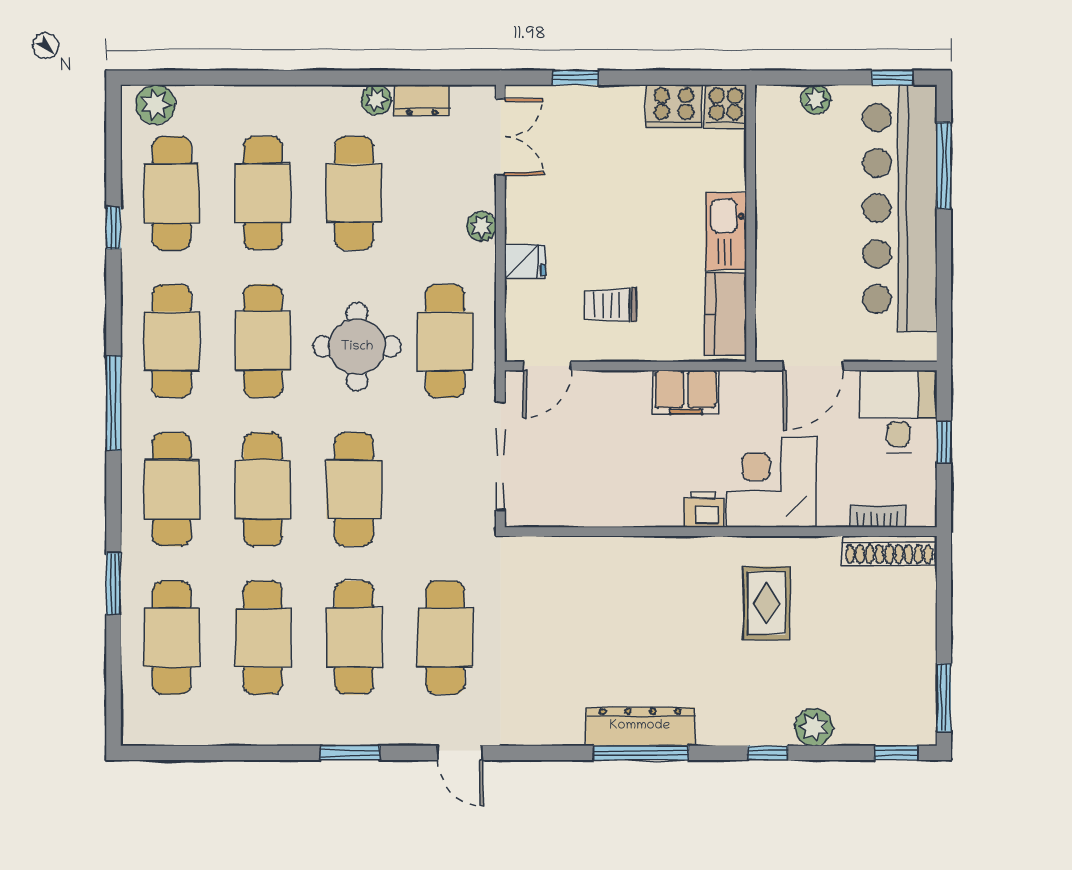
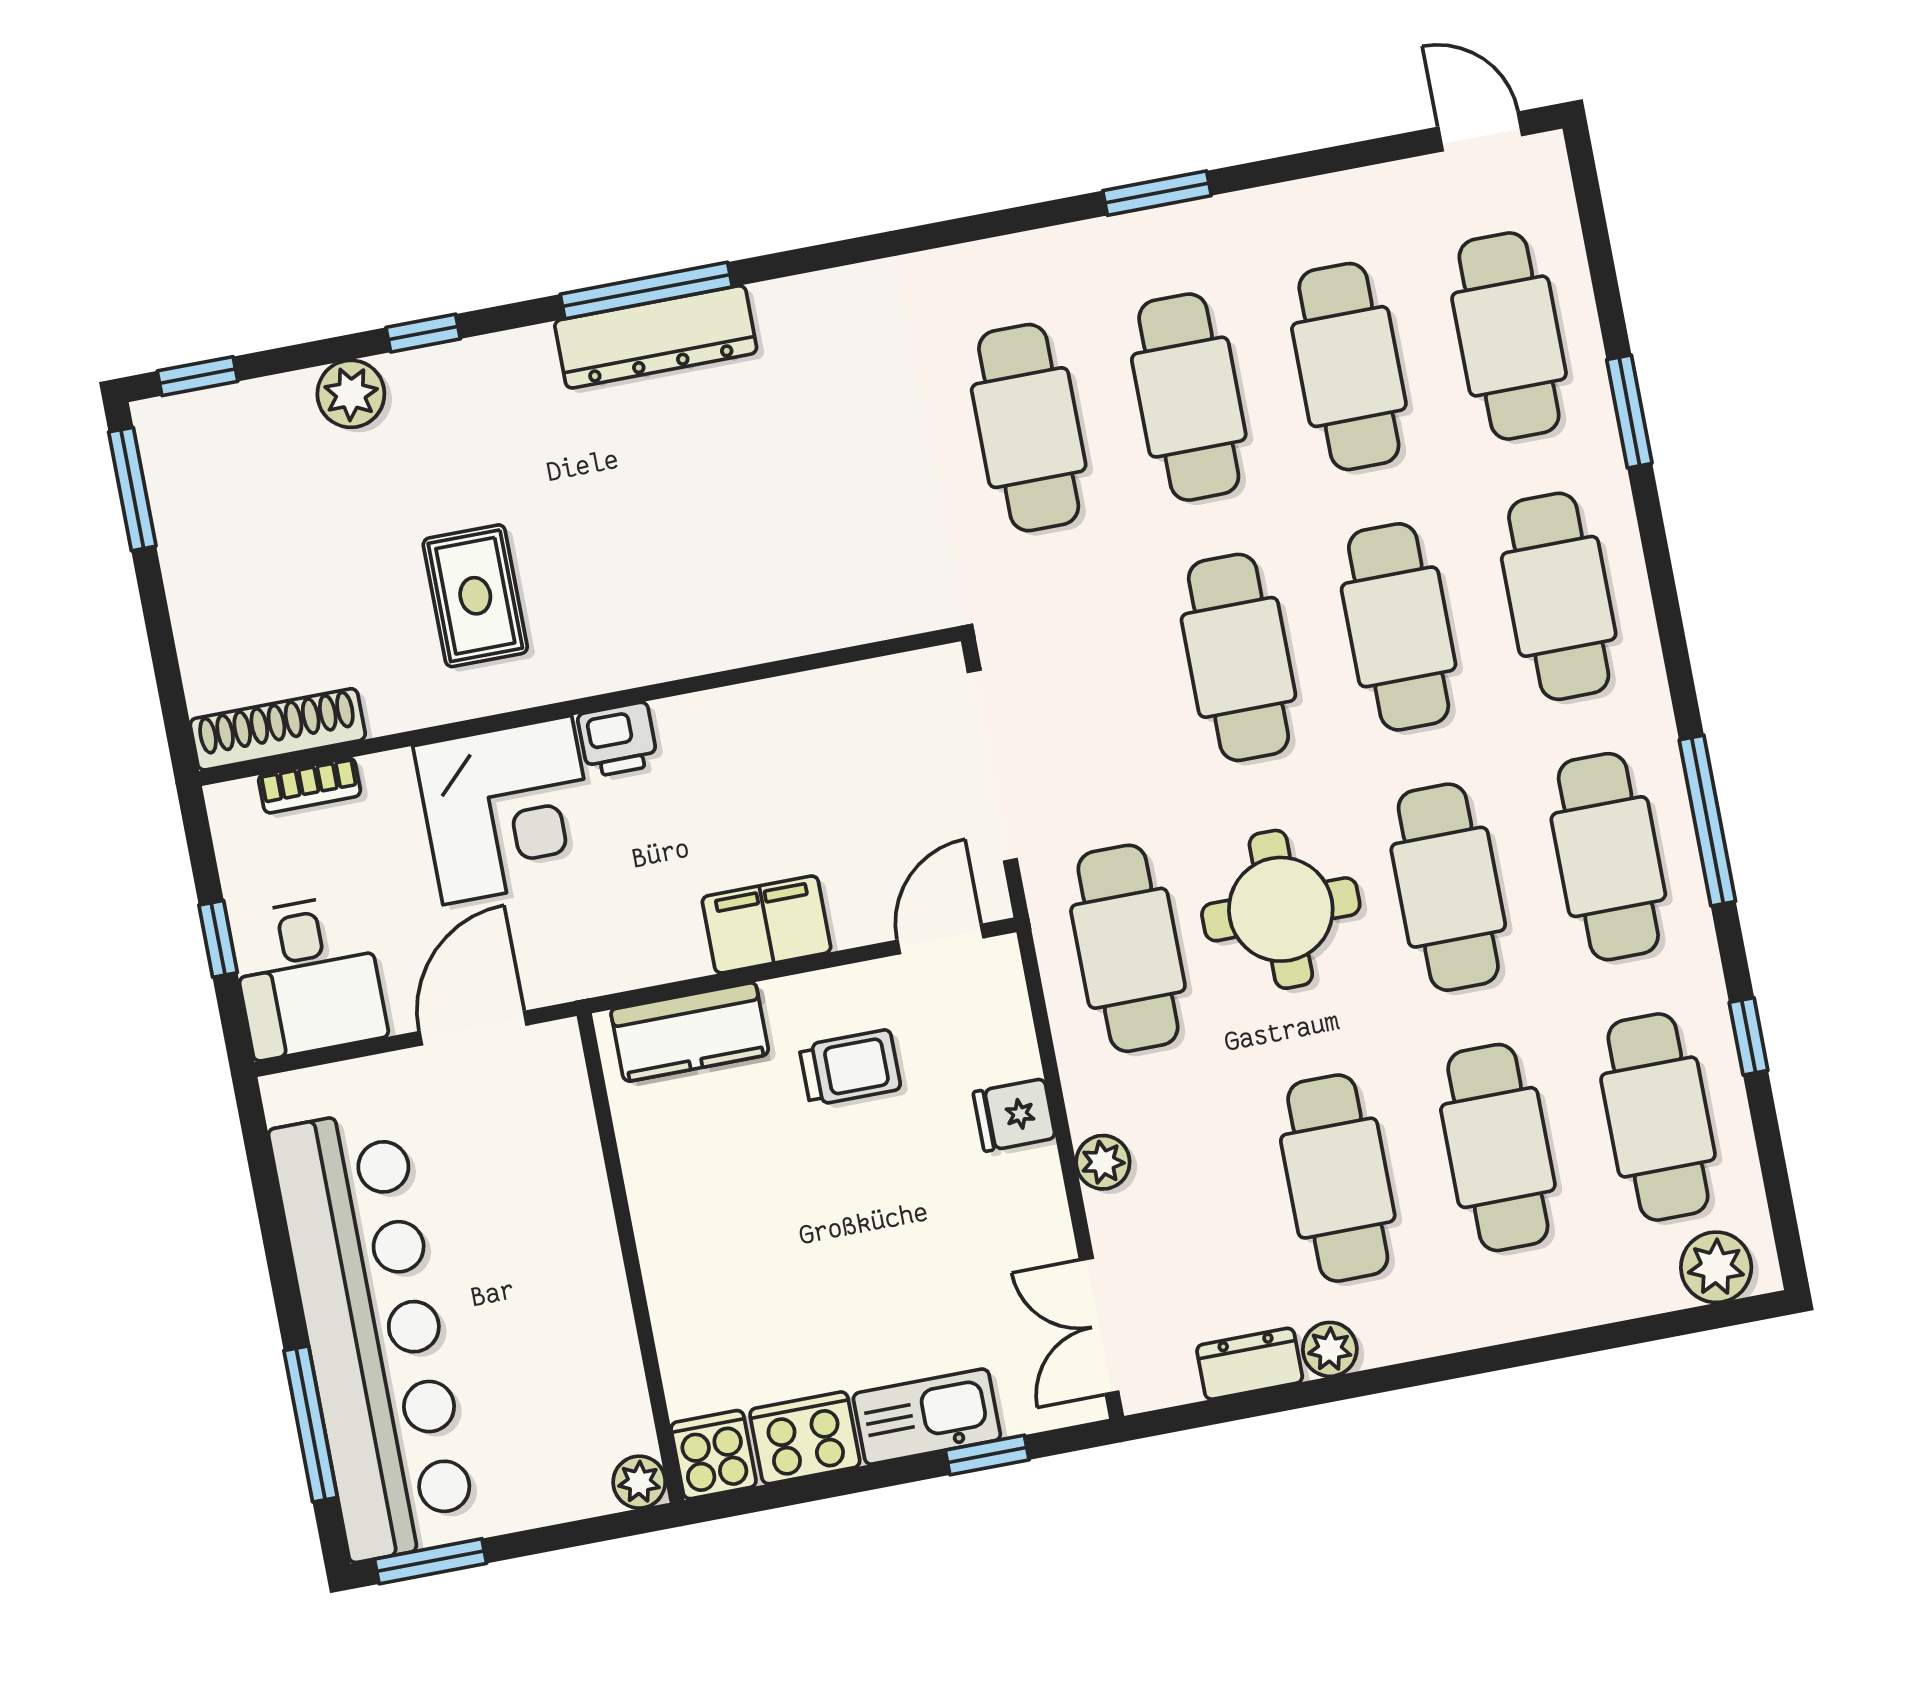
window: (892, 78) -> (431, 1561), width x1.50
plant: (816, 99) -> (639, 1482), moved
kitchen sink: (726, 231) -> (927, 1417), moved, turned -90
kitchen counter: (726, 314) -> (690, 1032), moved, turned 90
filing cabinet: (686, 392) -> (766, 924), moved
window: (113, 403) -> (1707, 821), moved
door: (460, 753) -> (1480, 131), moved

